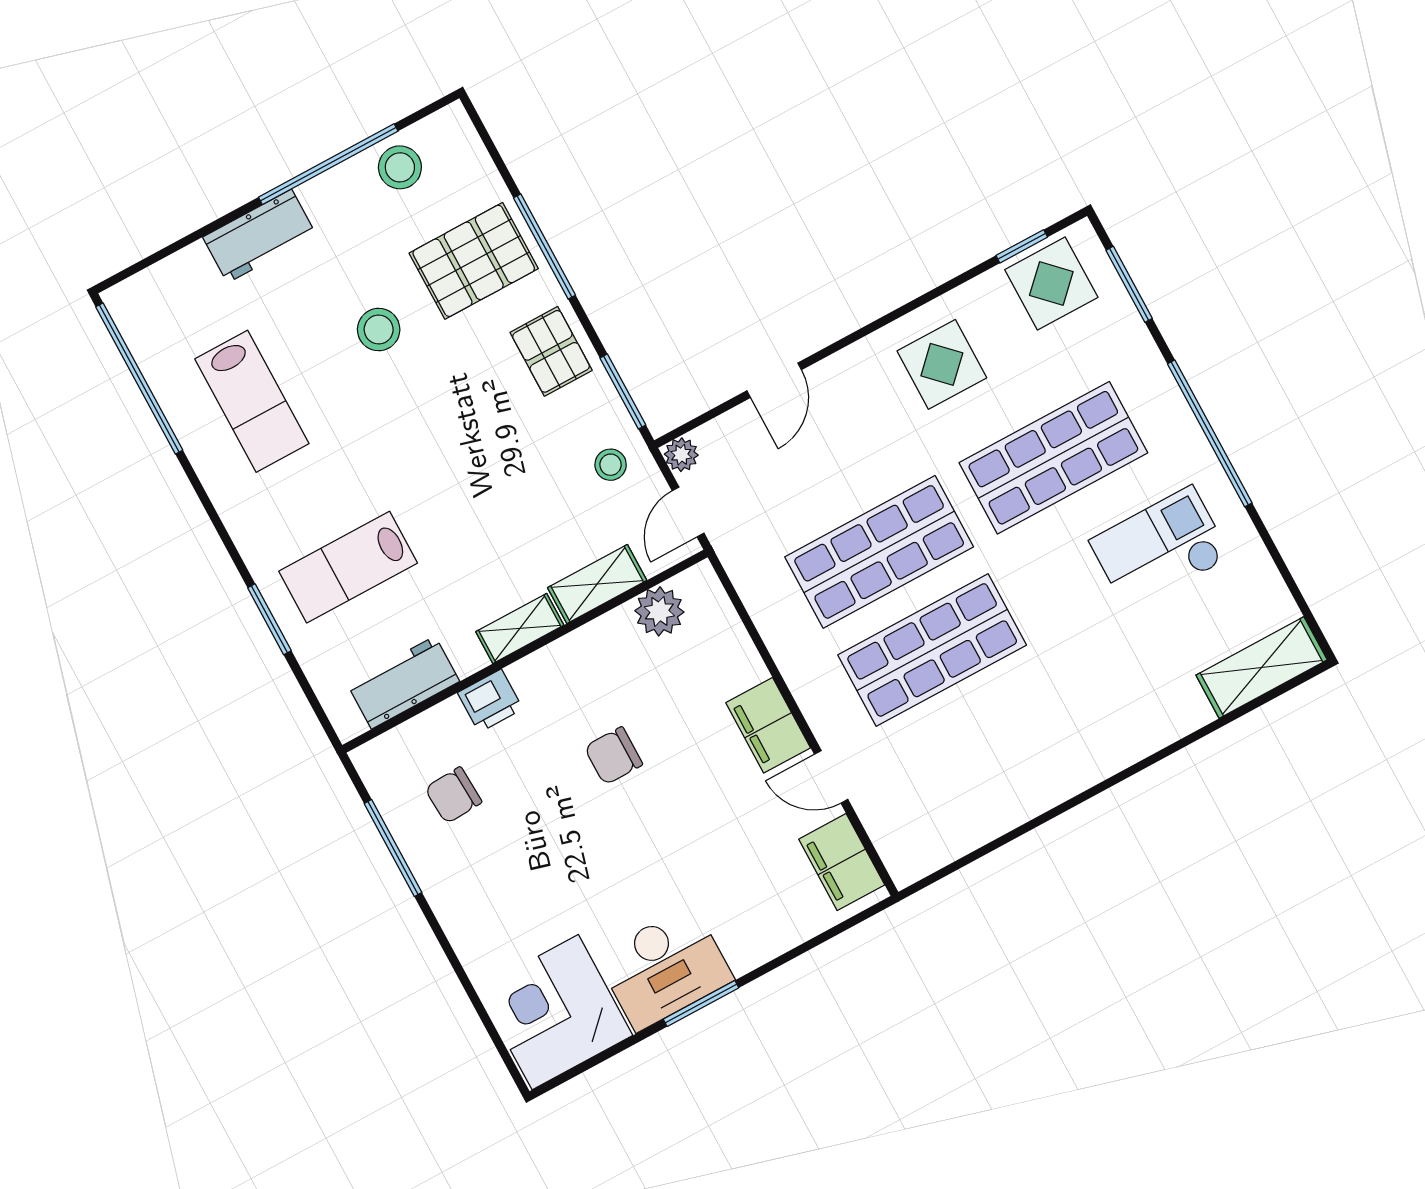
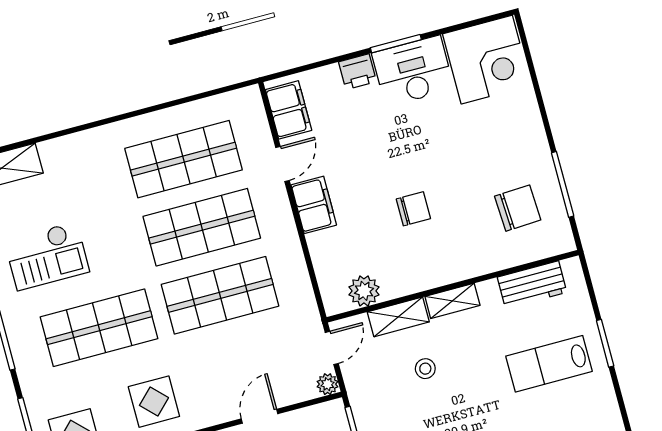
stool: (611, 465) -> (425, 369), moved
lab bench: (348, 567) -> (549, 364), turned 180
printer: (490, 701) -> (357, 72), moved, turned 180
shop shelf: (985, 748) -> (184, 159), added
door: (831, 777) -> (283, 164), hinge flipped
chair: (453, 795) -> (518, 208), width x1.37, depth x1.37

